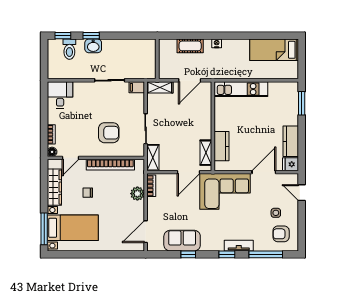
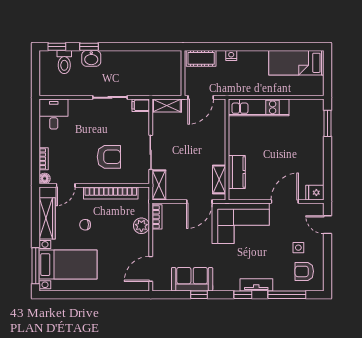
wall: (157, 59) -> (183, 73), moved
kitchen counter: (291, 141) -> (315, 167), removed

